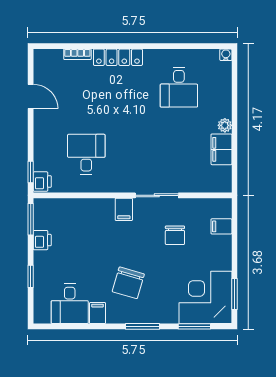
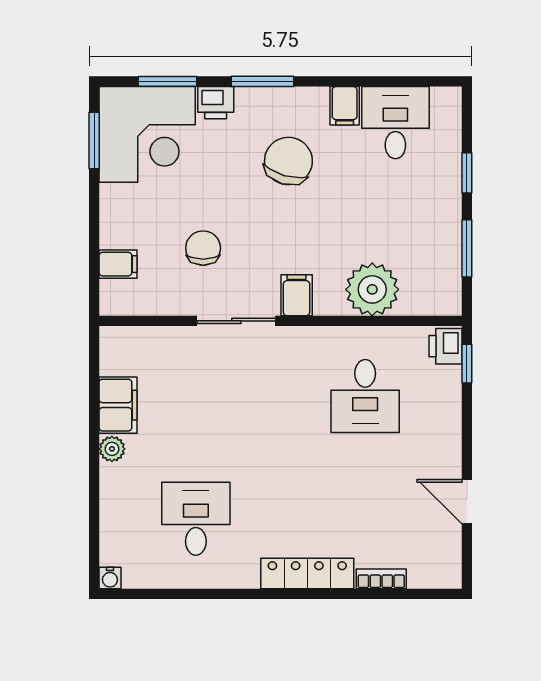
plant: (82, 213) -> (372, 289), added
window: (31, 219) -> (467, 248), moved
printer: (42, 240) -> (216, 103), moved, turned -90

